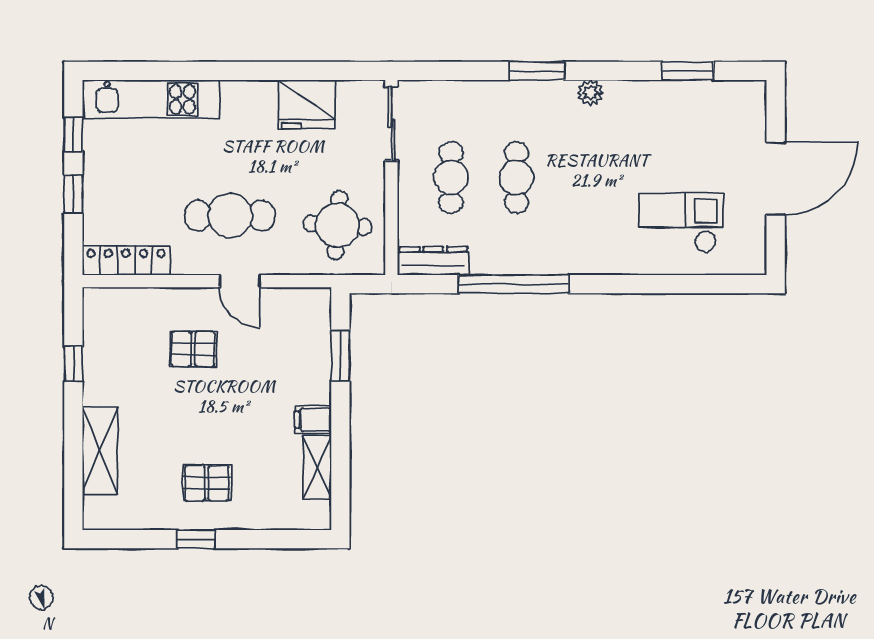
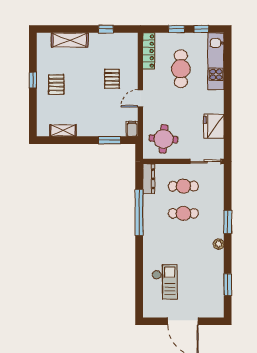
cafe table: (230, 216) -> (181, 69), moved
filing cabinet: (313, 420) -> (132, 129), moved

